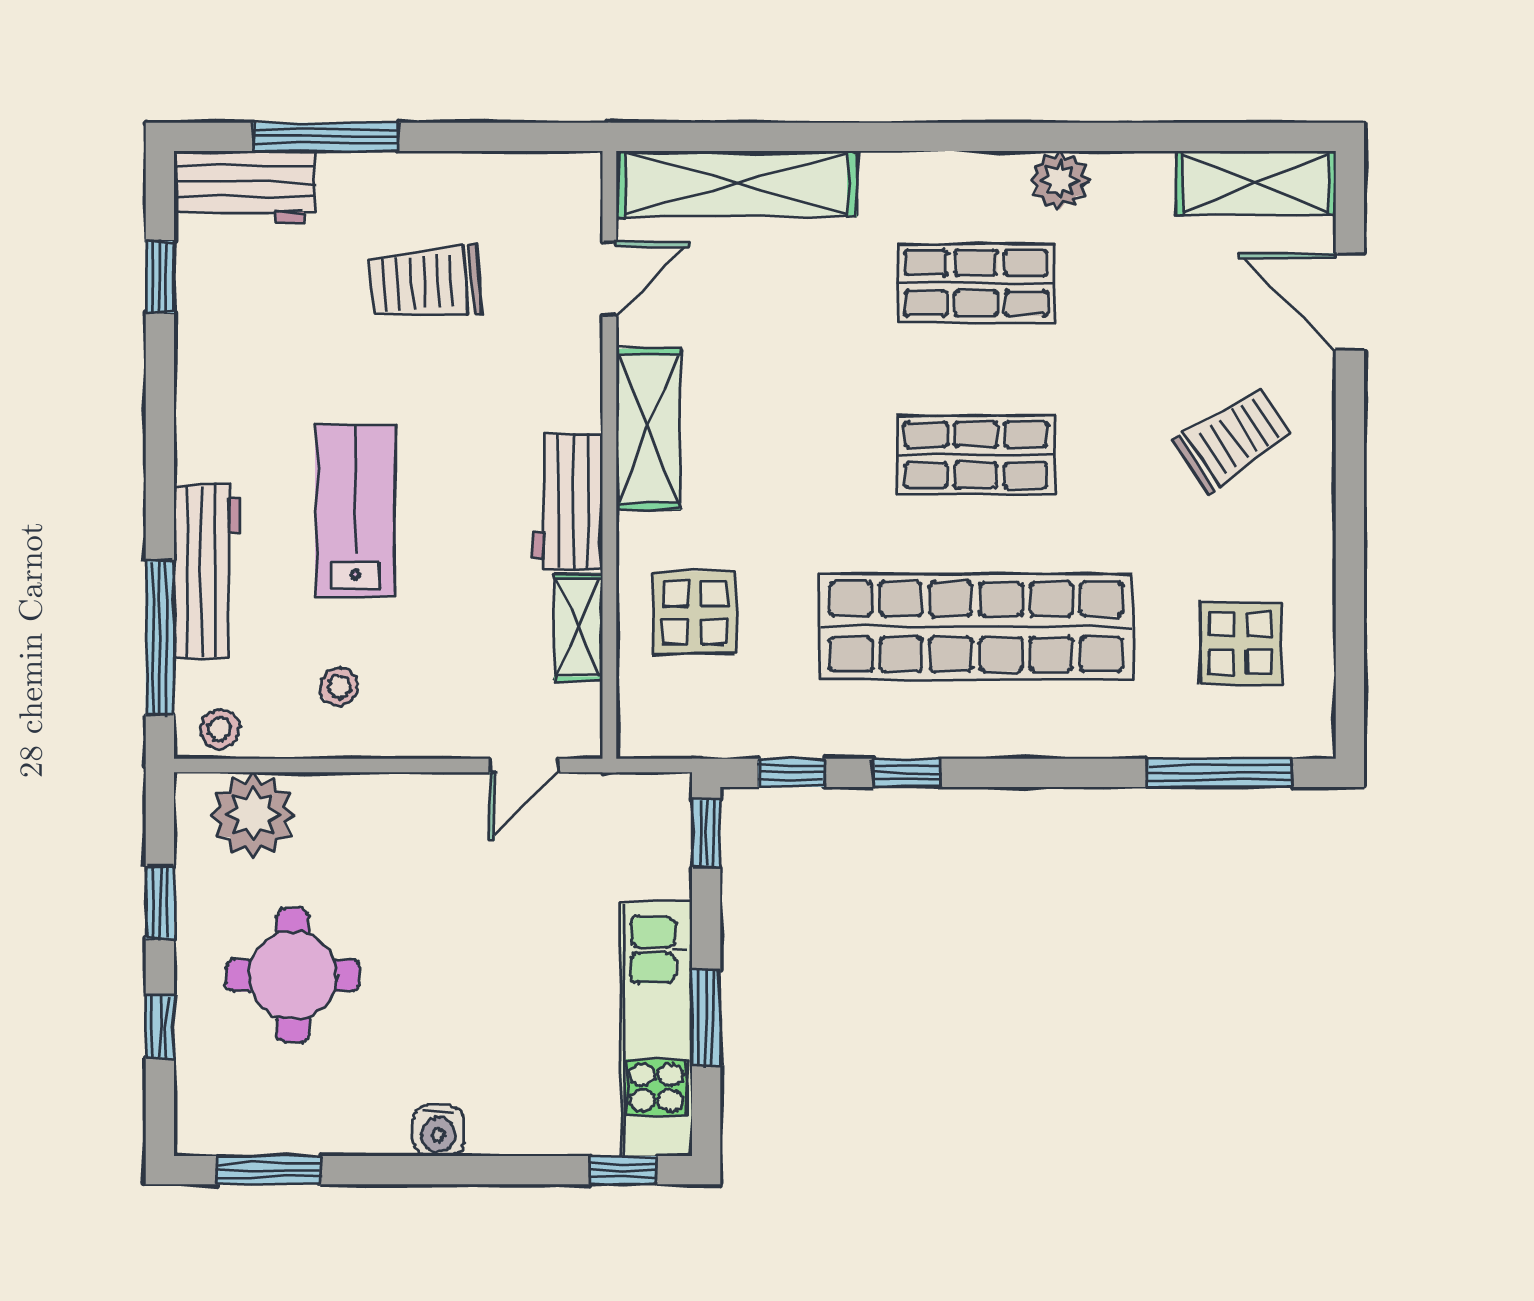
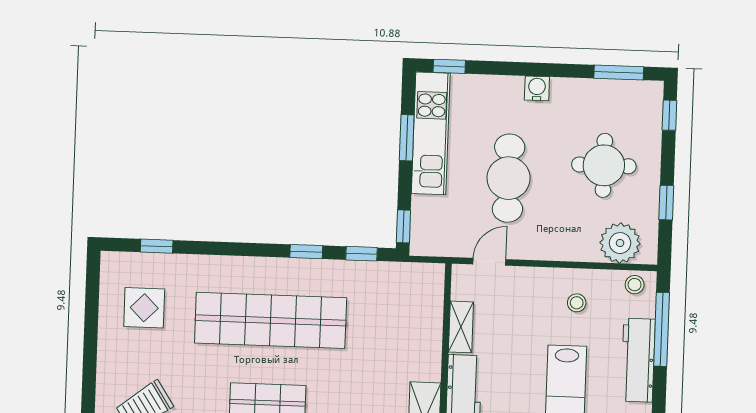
display table: (695, 613) -> (405, 332), removed
window: (1219, 773) -> (157, 246), width x0.46
cafe table: (491, 942) -> (509, 178), added
window: (160, 1027) -> (669, 115), moved

